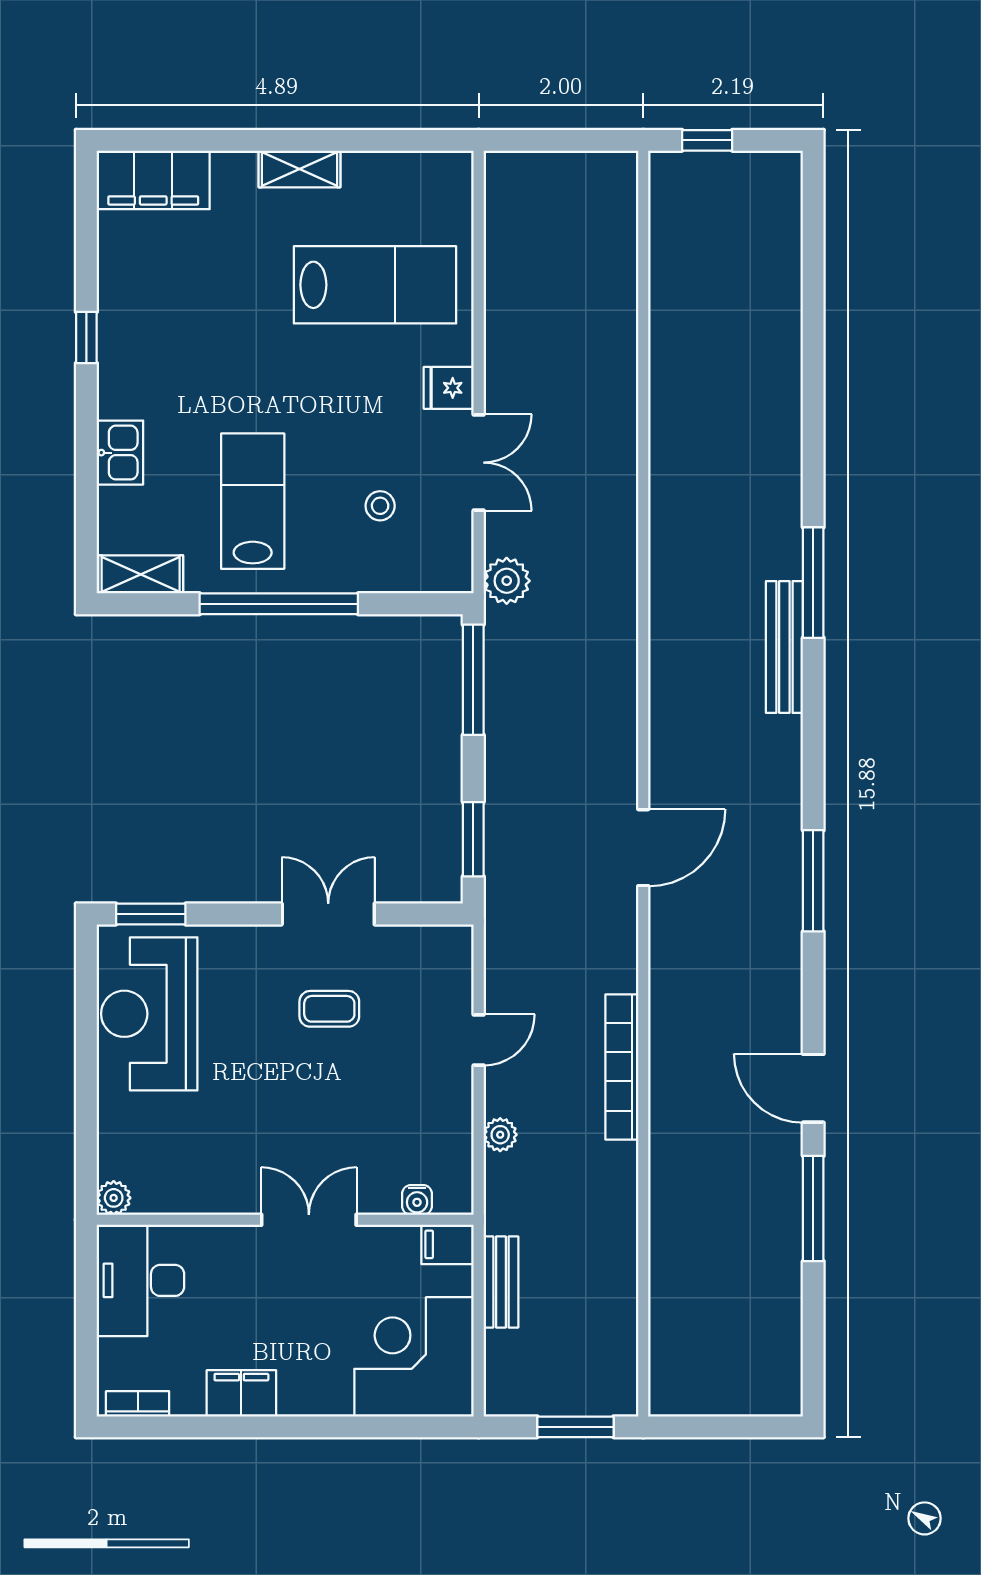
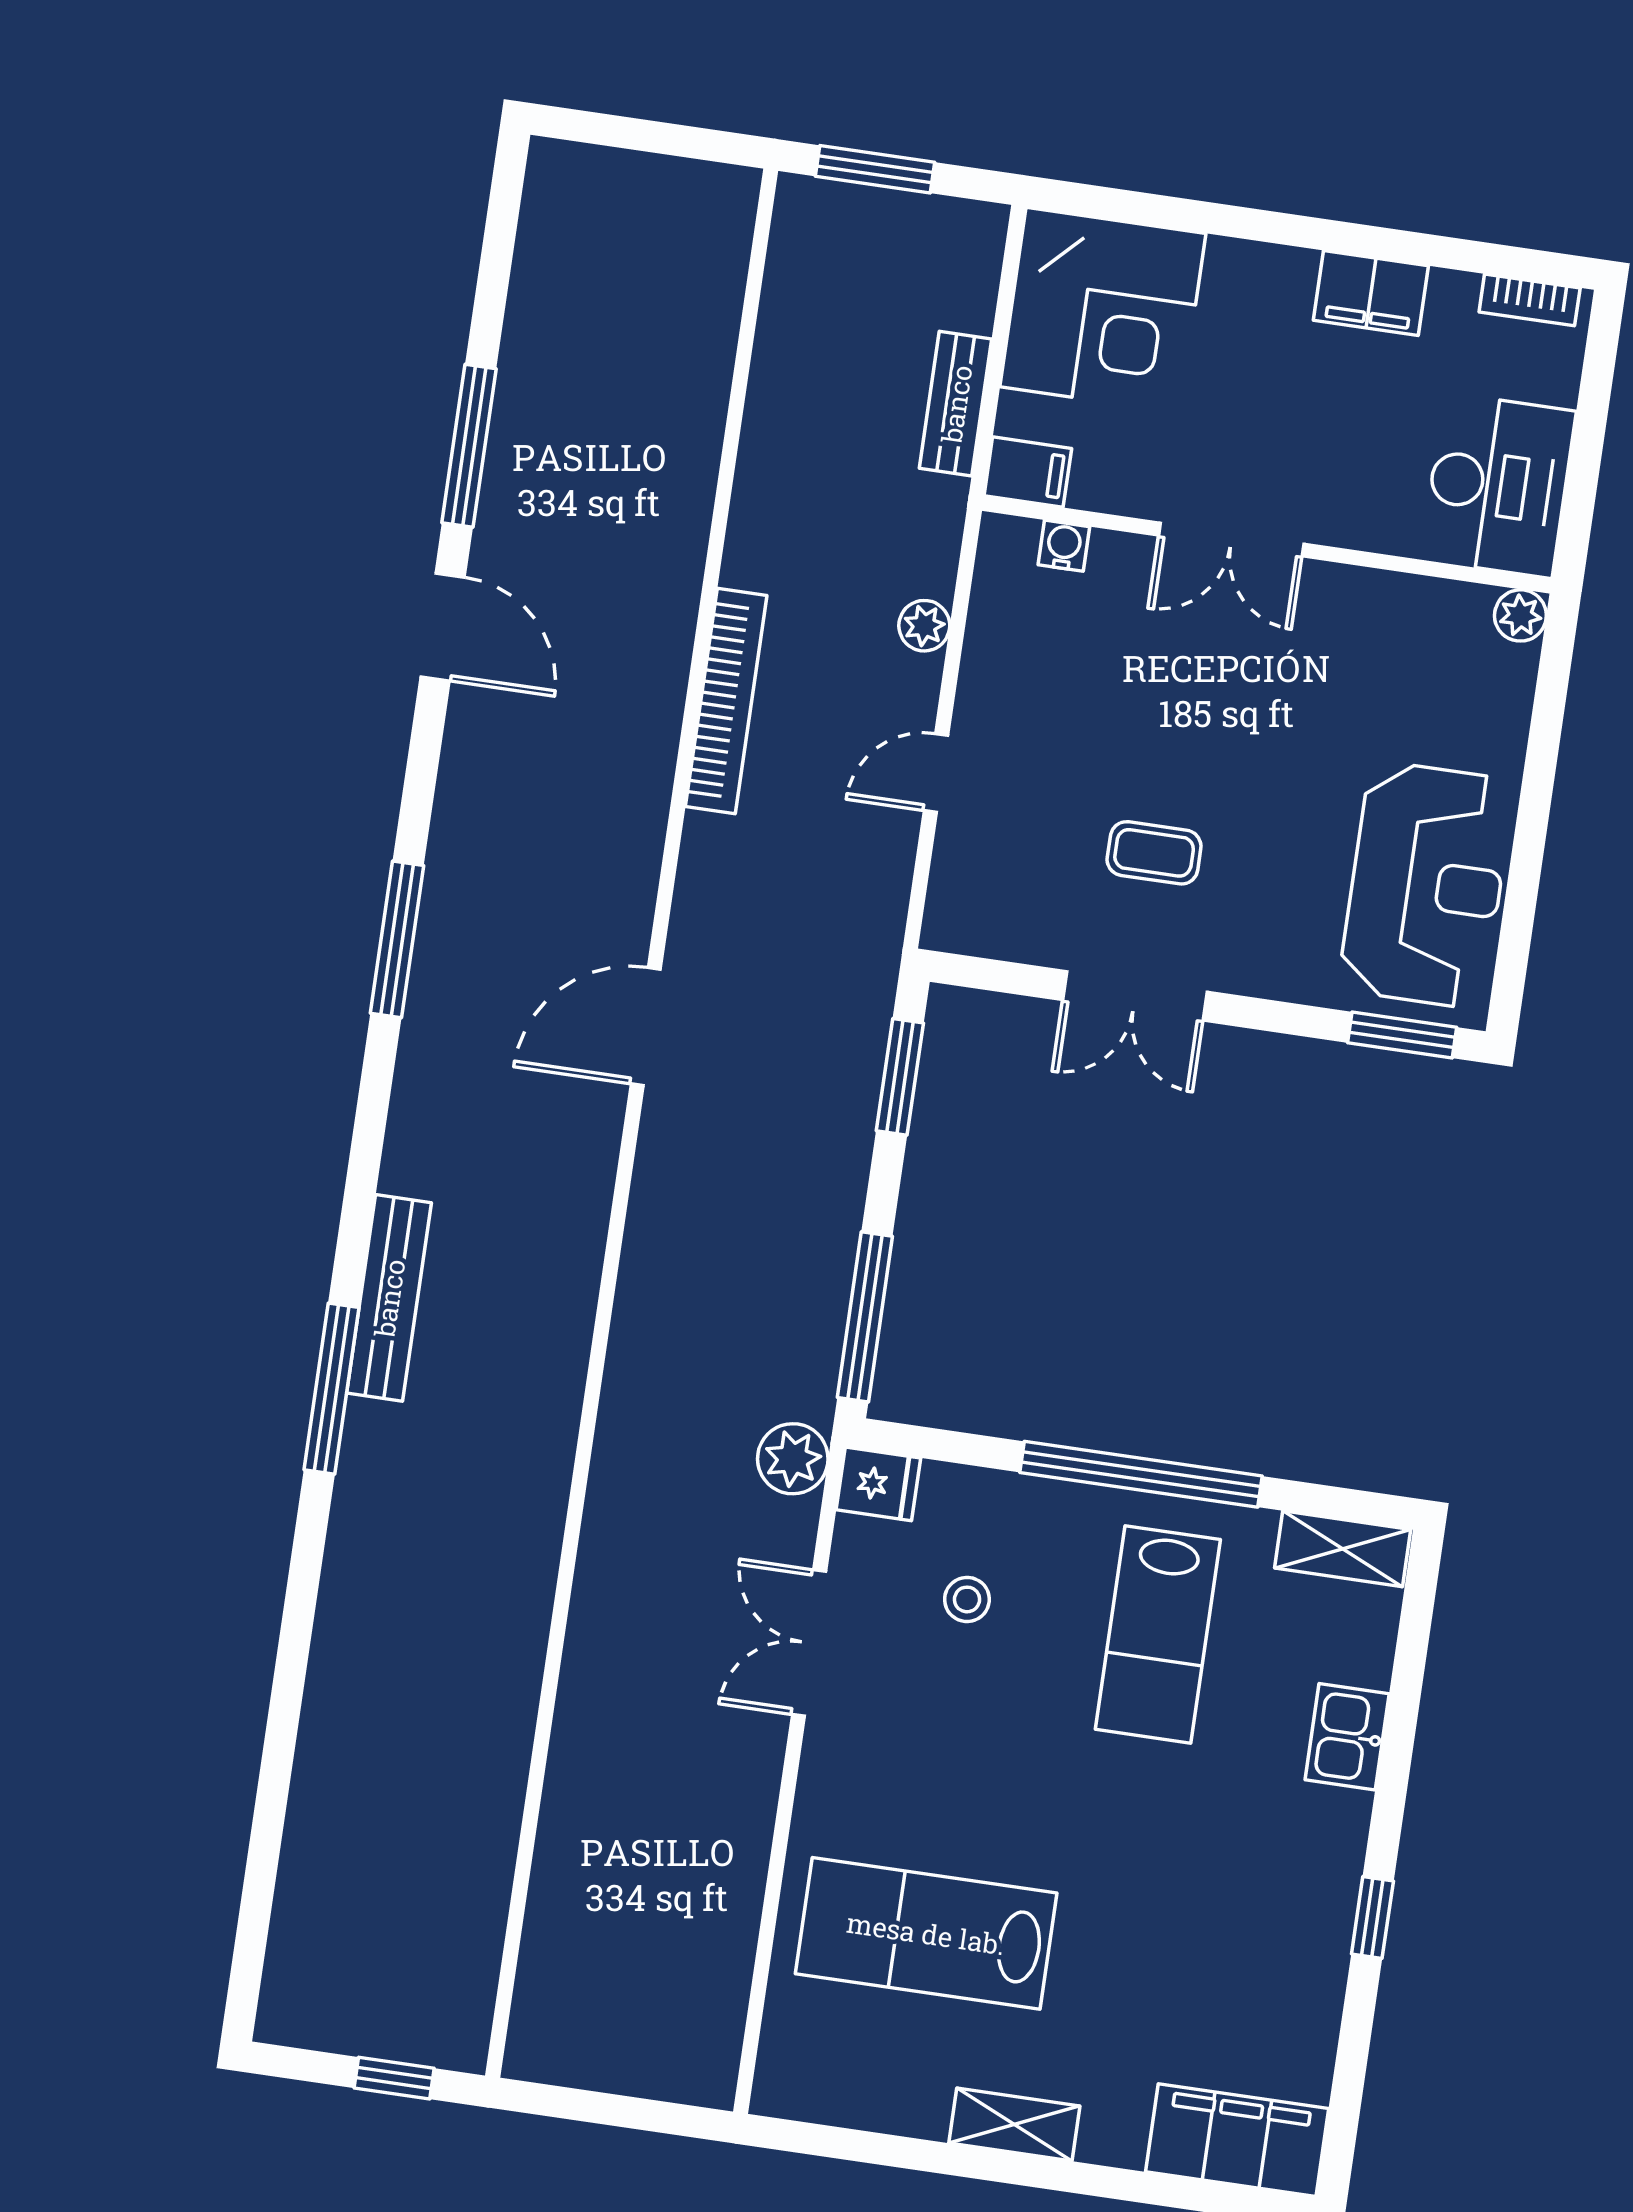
fridge: (449, 388) -> (878, 1484), moved

